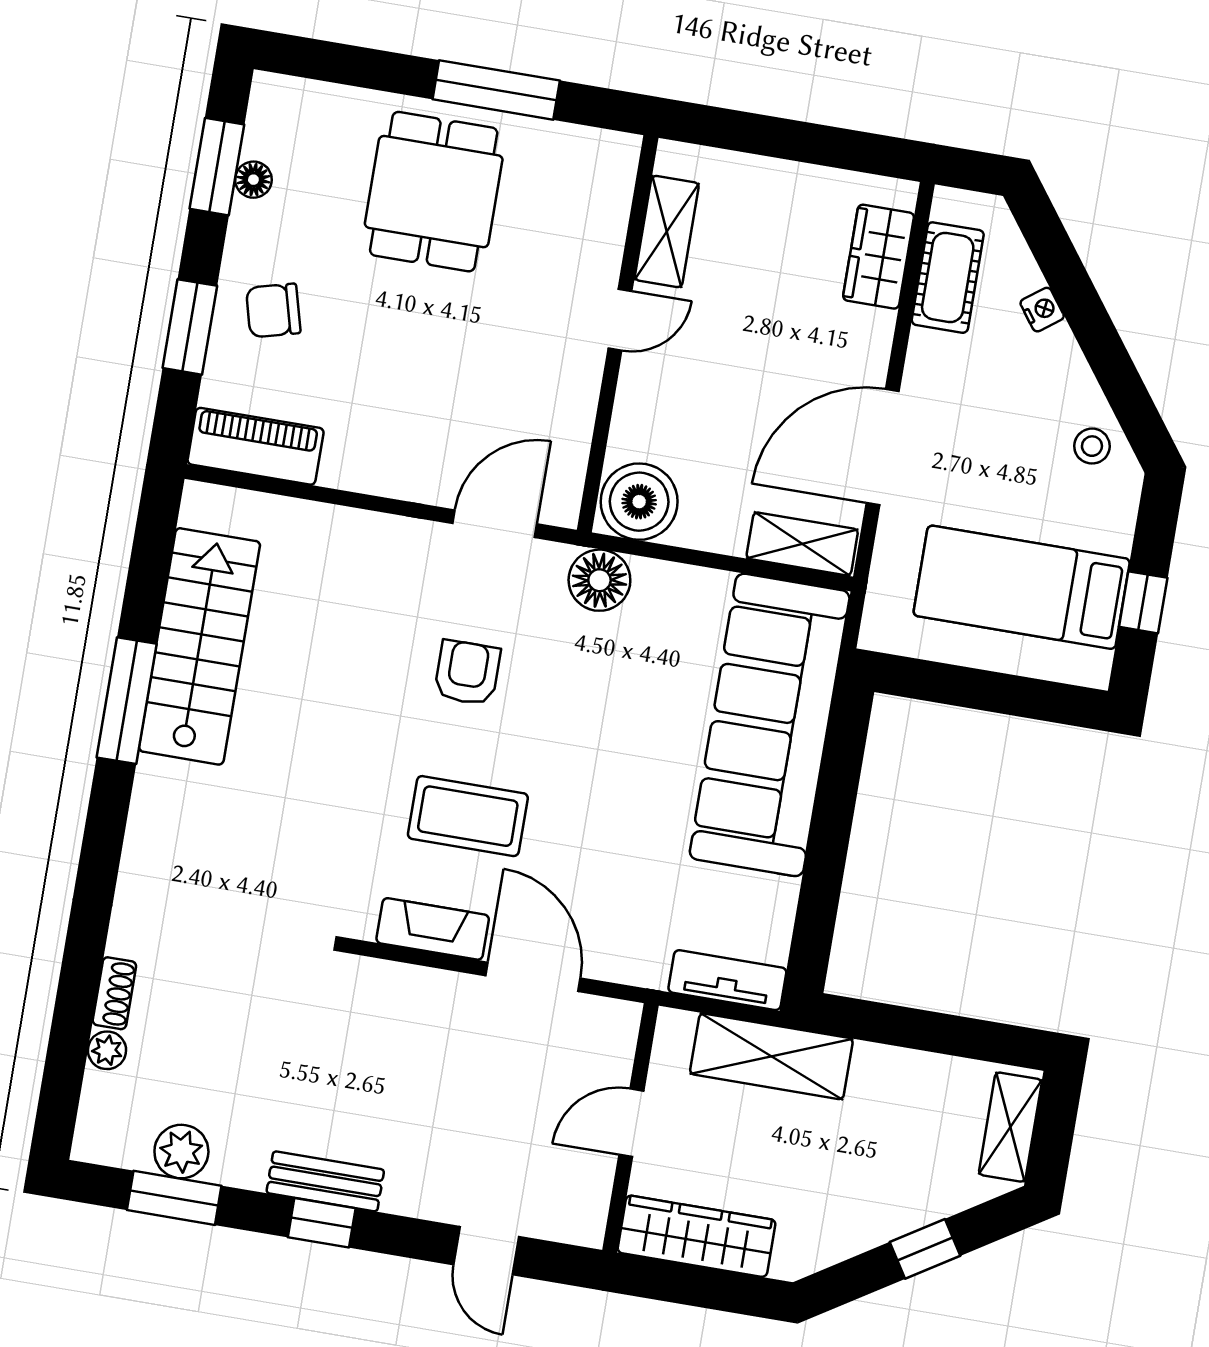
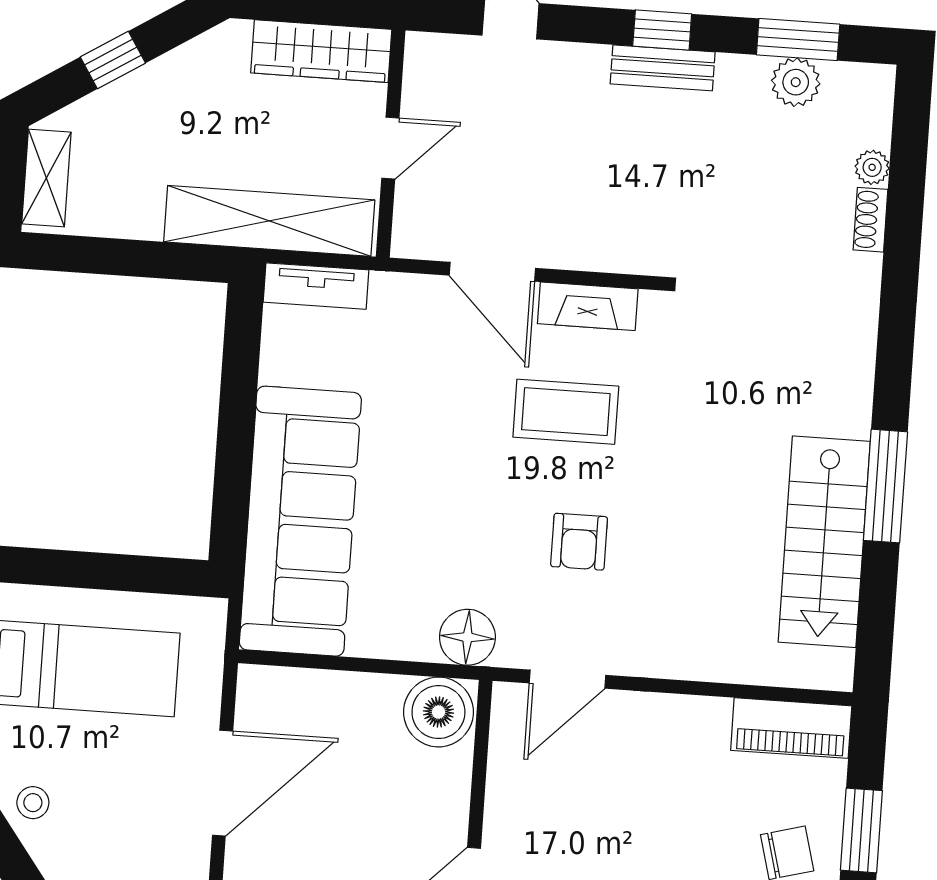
shelving: (802, 544) -> (287, 688), removed
shelving: (771, 1056) -> (269, 221), width x1.47

